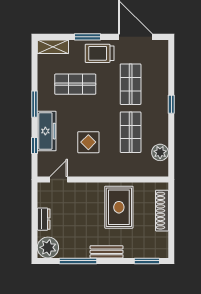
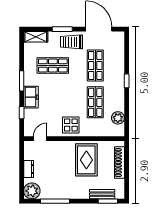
freezer: (47, 131) -> (31, 97), width x0.71
display table: (88, 142) -> (71, 125), moved
bench: (107, 252) -> (102, 194), moved

